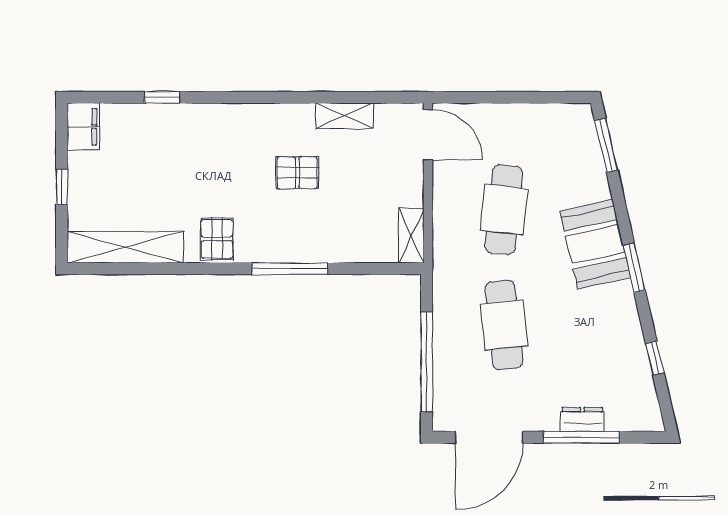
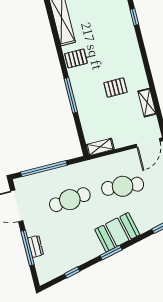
pallet: (297, 173) -> (116, 88), turned 90

